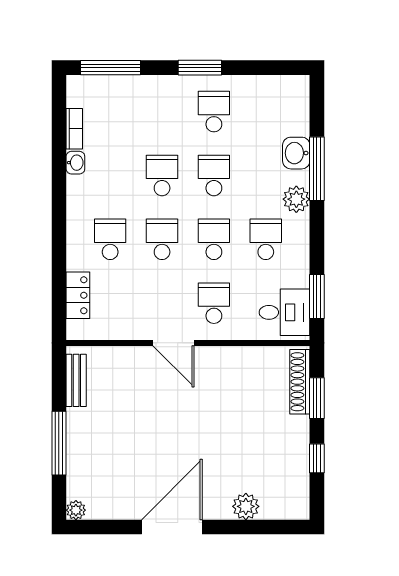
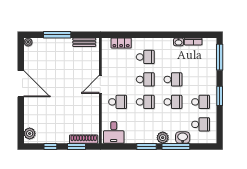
school desk: (266, 239) -> (201, 124), moved
window: (317, 296) -> (147, 147), moved
plant: (246, 506) -> (30, 134), moved

